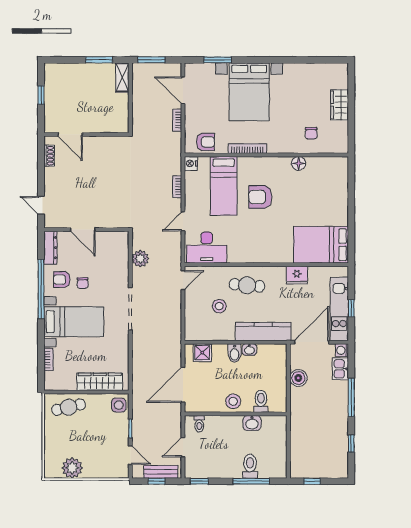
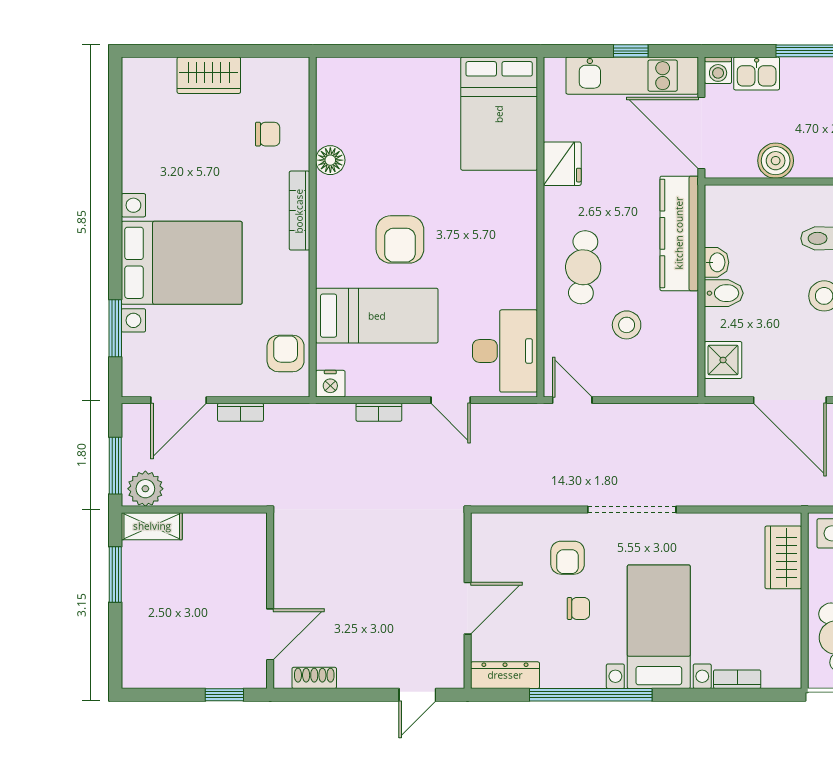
window: (41, 95) -> (224, 695), moved
bookcase: (247, 149) -> (299, 211), moved
plant: (140, 259) -> (145, 489), moved
armchair: (62, 280) -> (568, 558), moved
wardrobe: (100, 382) -> (783, 557), width x0.67

